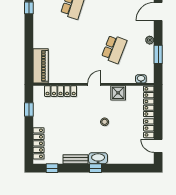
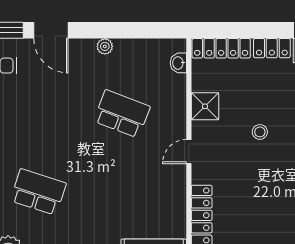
window: (158, 54) -> (132, 30), removed
door: (94, 84) -> (189, 152), hinge flipped

